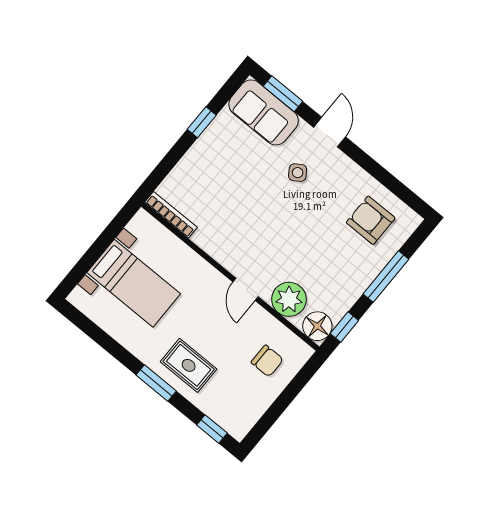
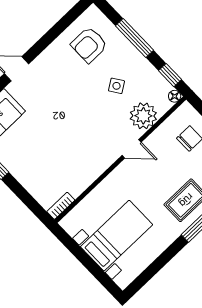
side table: (298, 173) -> (116, 86), moved
bookcase: (171, 215) -> (61, 206), width x0.64
floor lamp: (317, 326) -> (175, 96), width x0.53, depth x0.53

